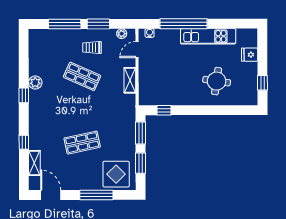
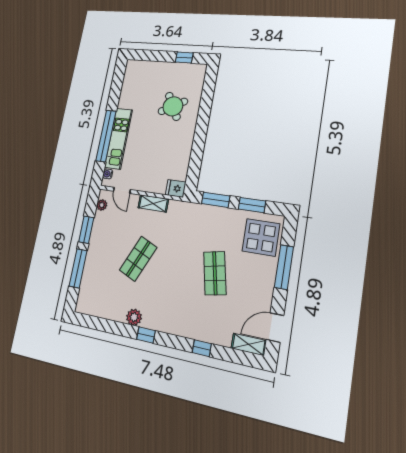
kitchen unit: (208, 36) -> (118, 139), moved
trolley: (92, 47) -> (109, 241), removed
fridge: (250, 55) -> (176, 188), moved, turned 90
round table: (217, 81) -> (173, 106), turned -37
window: (164, 110) -> (194, 169), removed
shelving: (34, 163) -> (249, 344), moved

